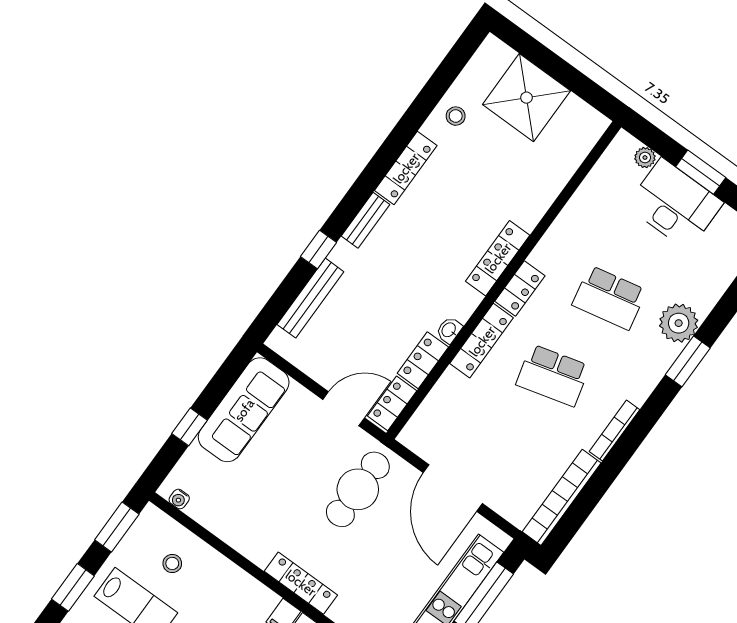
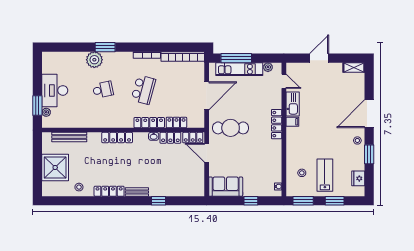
window: (701, 172) -> (37, 105), moved
locker: (520, 288) -> (176, 122), moved
bench: (310, 298) -> (69, 137), moved
school desk: (609, 298) -> (103, 90), width x0.54
school desk: (553, 375) -> (143, 90), turned 30
sofa: (244, 410) -> (226, 187), width x0.73

